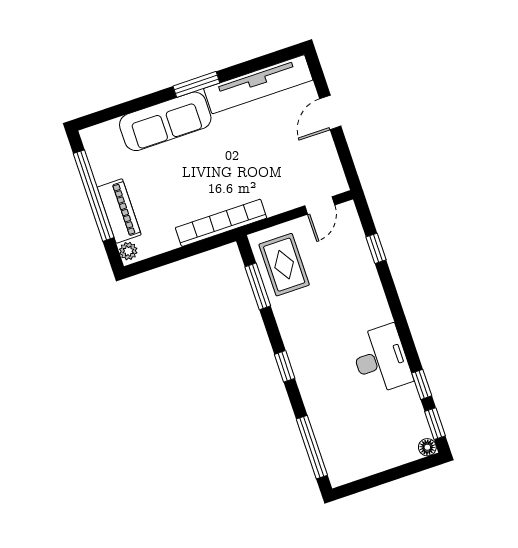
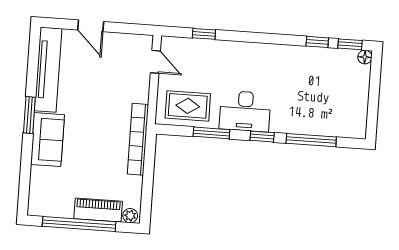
sofa: (165, 121) -> (47, 140), width x0.73
window: (258, 286) -> (211, 133), moved
desk: (381, 359) -> (245, 111), moved, turned 180
window: (312, 447) -> (311, 140), moved

